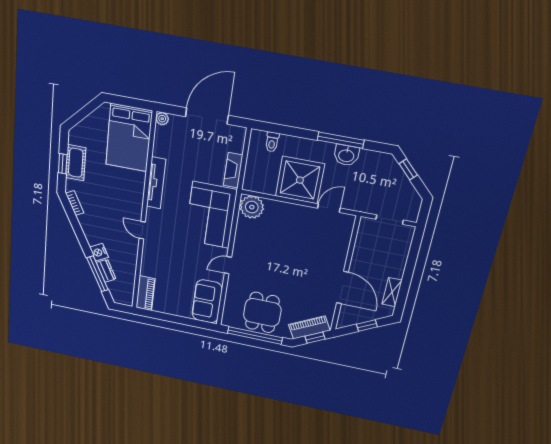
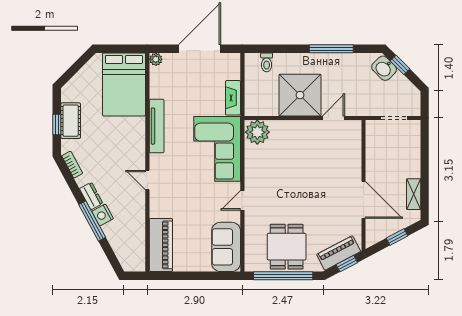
washbasin: (346, 155) -> (384, 68), moved, turned 45
dresser: (106, 271) -> (91, 196), moved
window: (97, 274) -> (92, 221), moved
piano: (145, 293) -> (161, 245), width x1.37, depth x1.33

